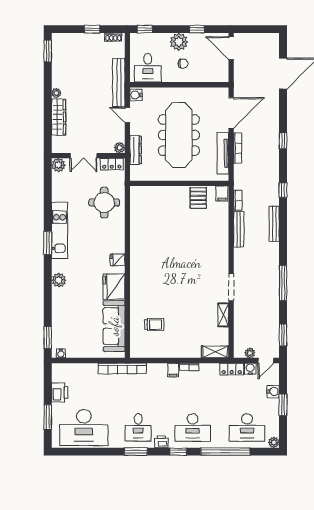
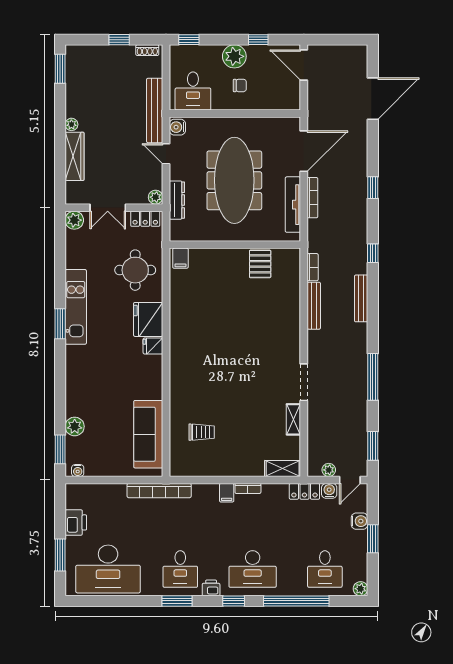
filing cabinet: (222, 194) -> (180, 258), moved
plant: (59, 280) -> (75, 426), moved
fridge: (114, 287) -> (148, 319), moved
desk: (247, 428) -> (325, 569), width x0.73

